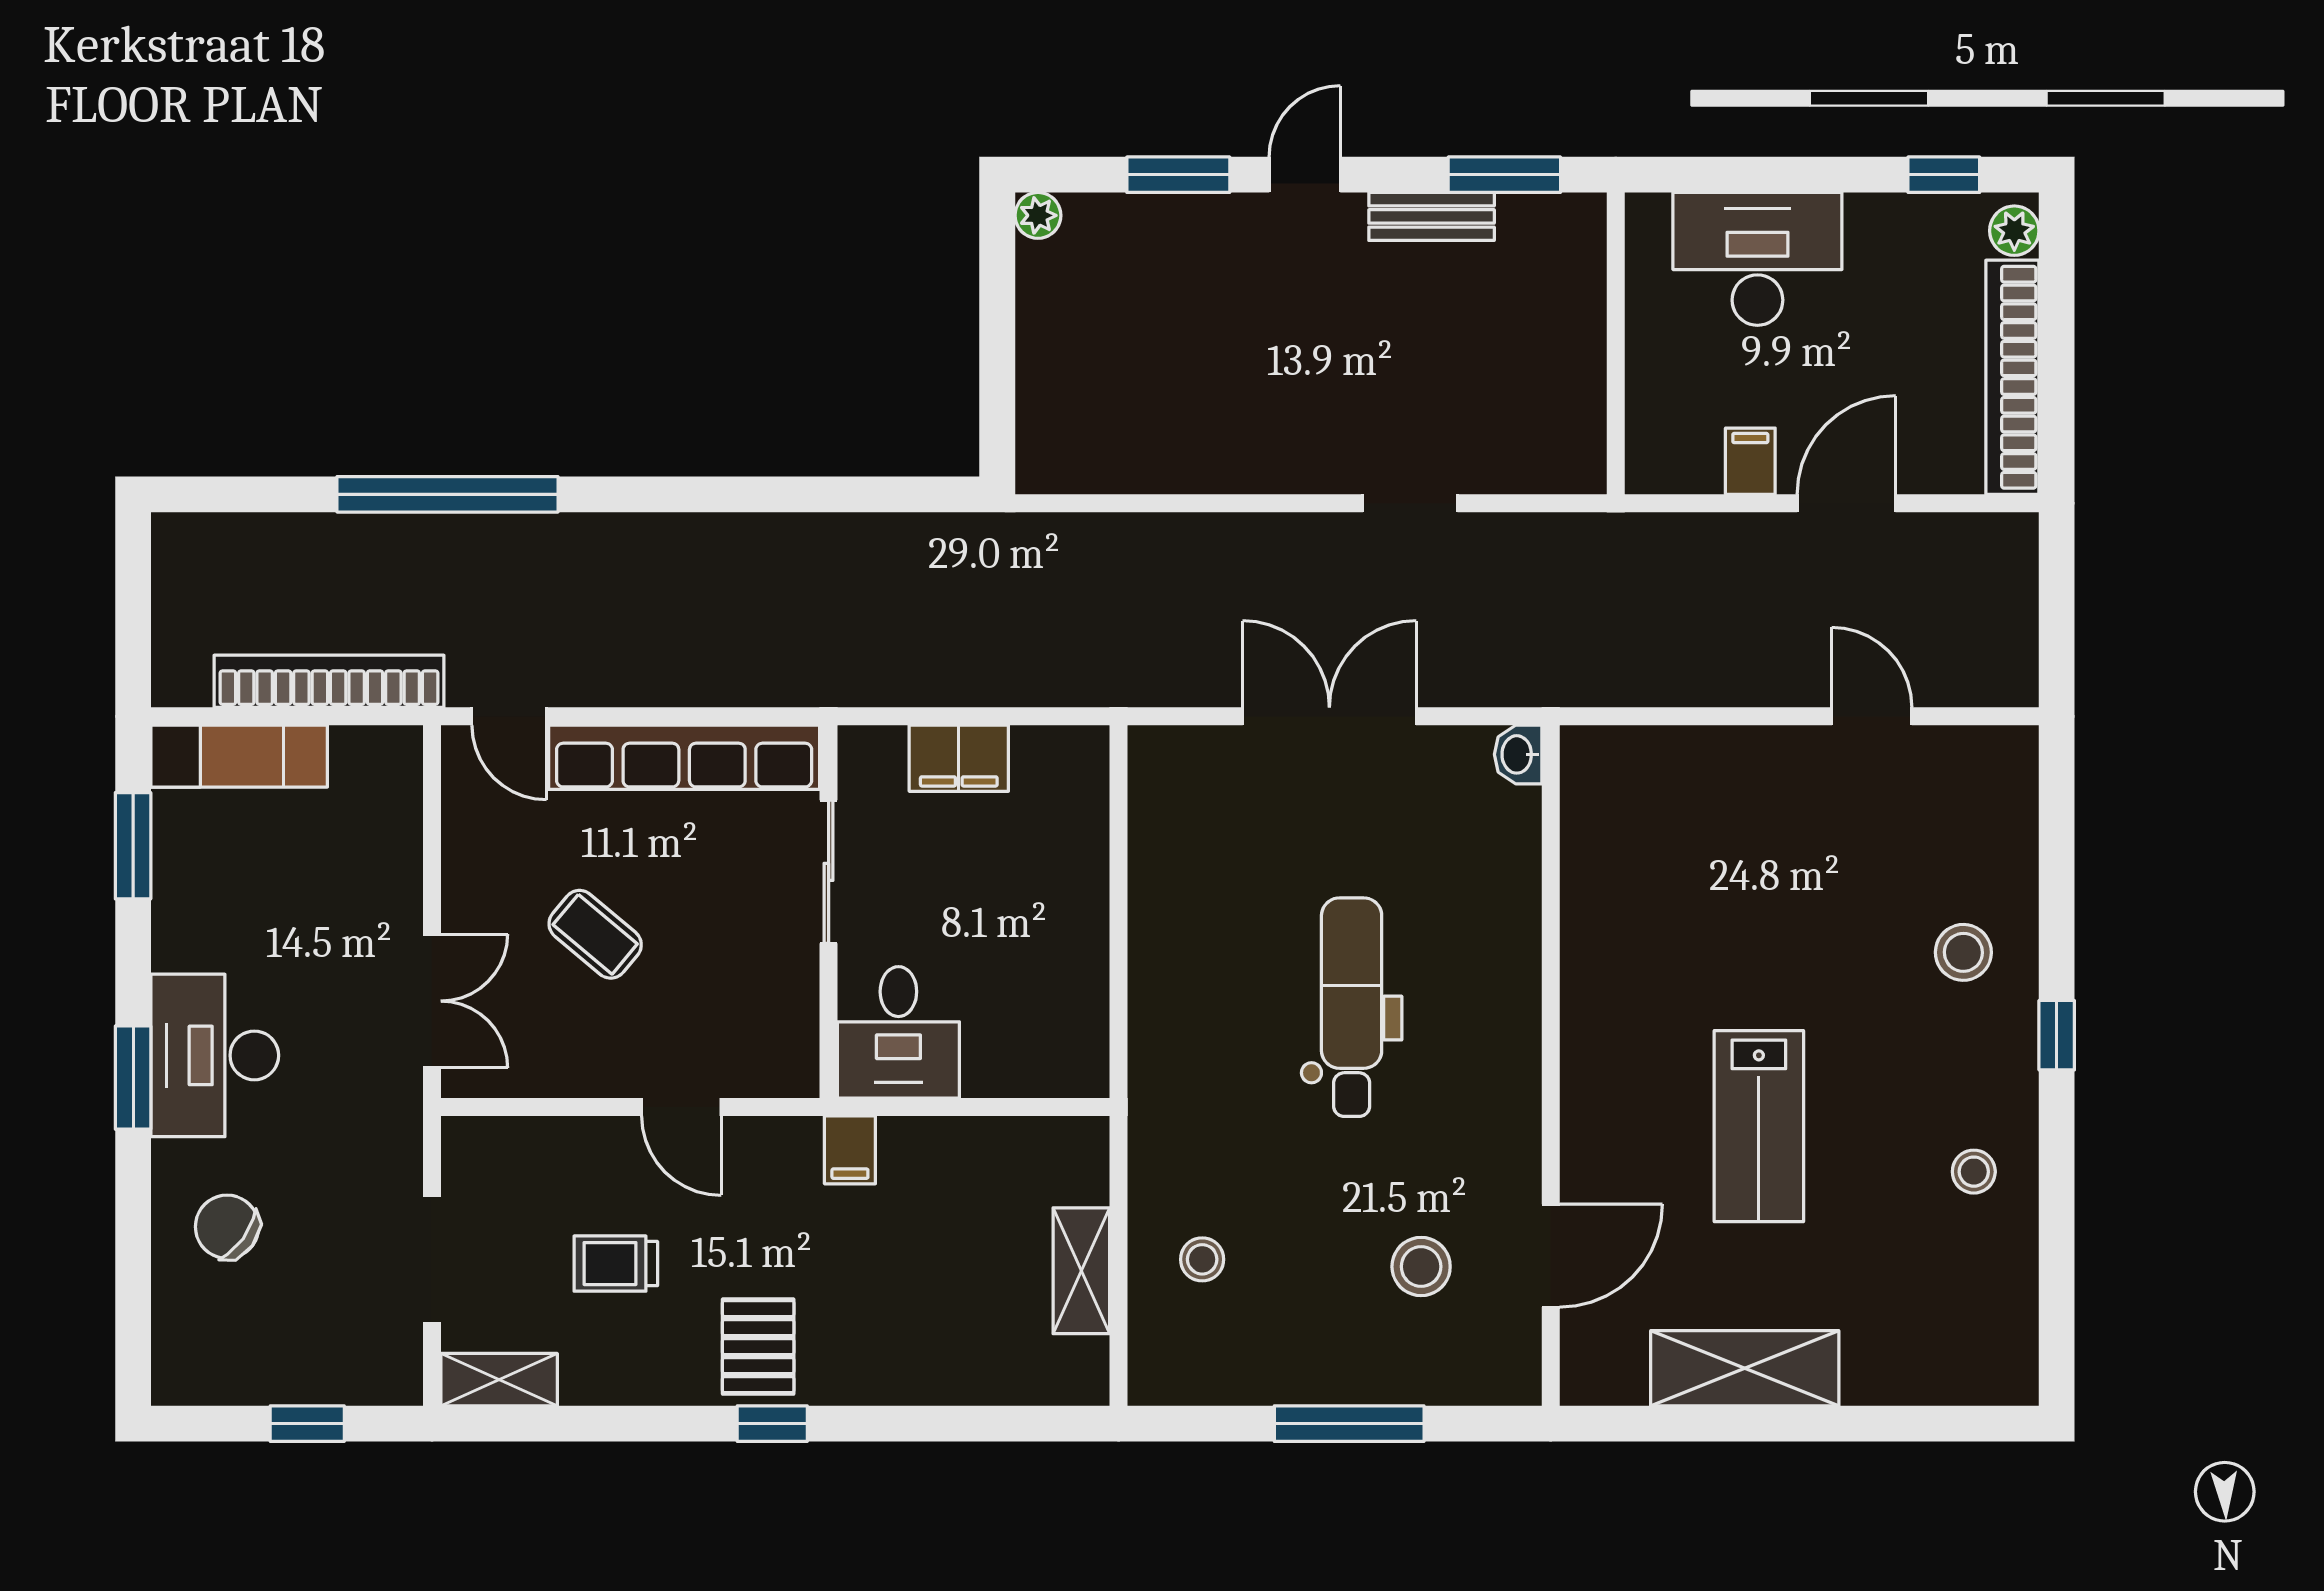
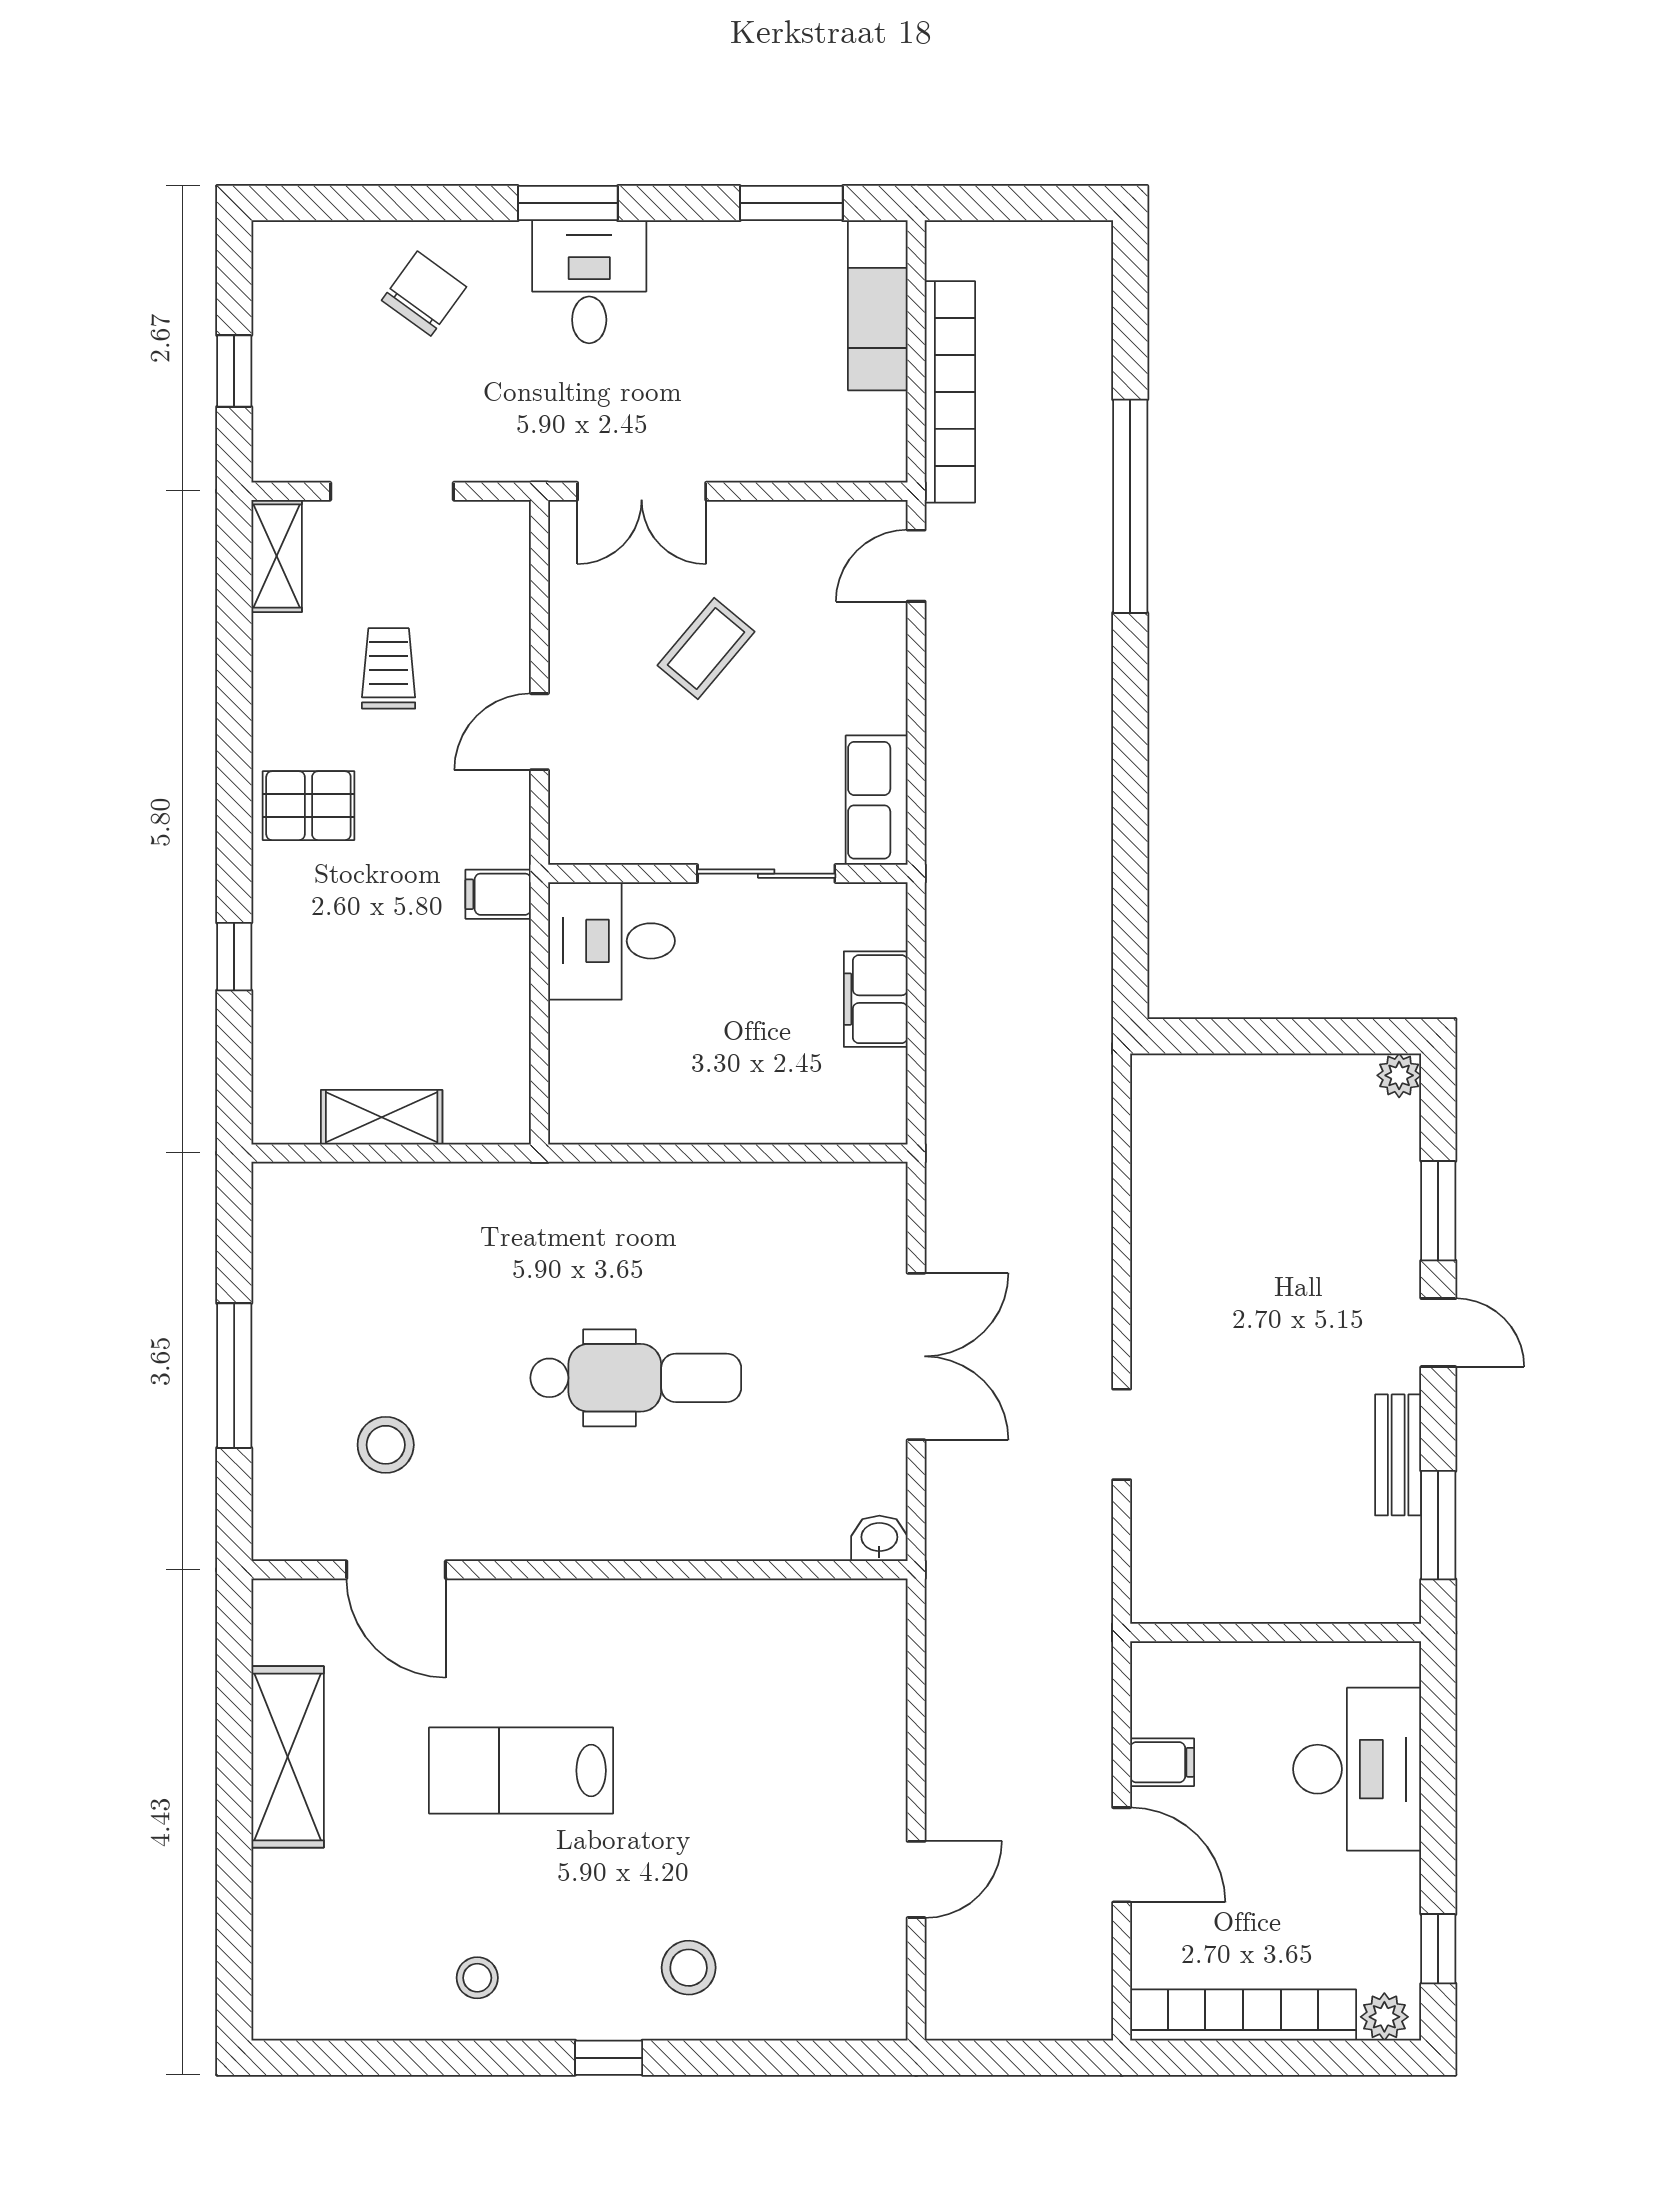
row of seats: (684, 757) -> (877, 800), width x0.50
desk: (215, 1055) -> (589, 282), width x0.73
stool: (1202, 1259) -> (393, 1234), removed
window: (772, 1424) -> (234, 957), moved

